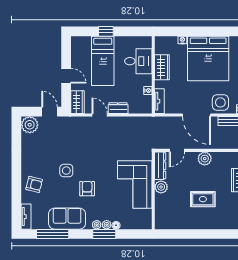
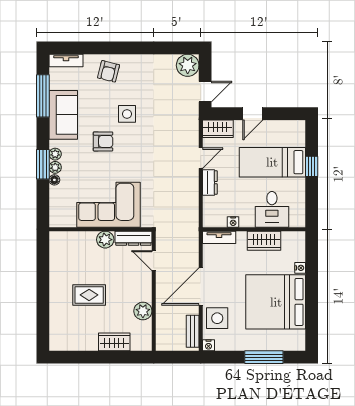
plant: (205, 159) -> (143, 311), moved
rug: (203, 199) -> (89, 295), turned 90

